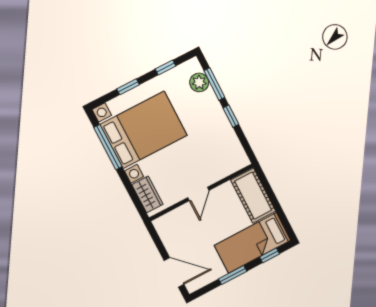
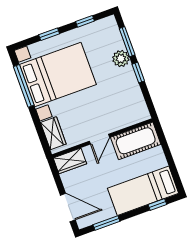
plant: (199, 82) -> (121, 59), moved
cot: (253, 196) -> (136, 141), moved, turned 90
wardrobe: (170, 222) -> (70, 161), added
window: (233, 275) -> (106, 223), moved

